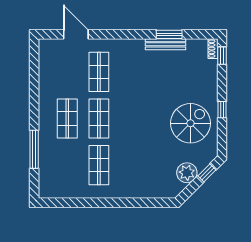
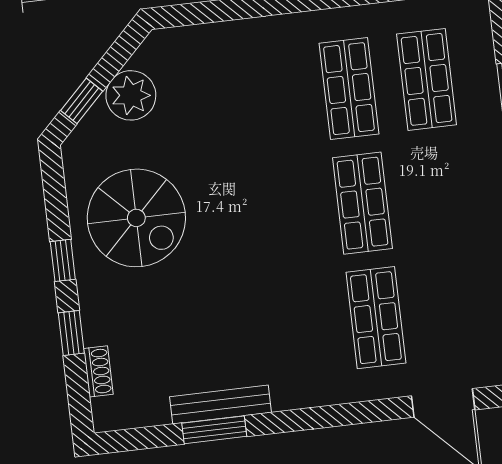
shoe rack: (213, 49) -> (98, 371), moved
window: (222, 56) -> (71, 333), moved
shop shelf: (67, 119) -> (427, 79), moved
spiral stairs: (190, 123) -> (136, 218), turned -90

